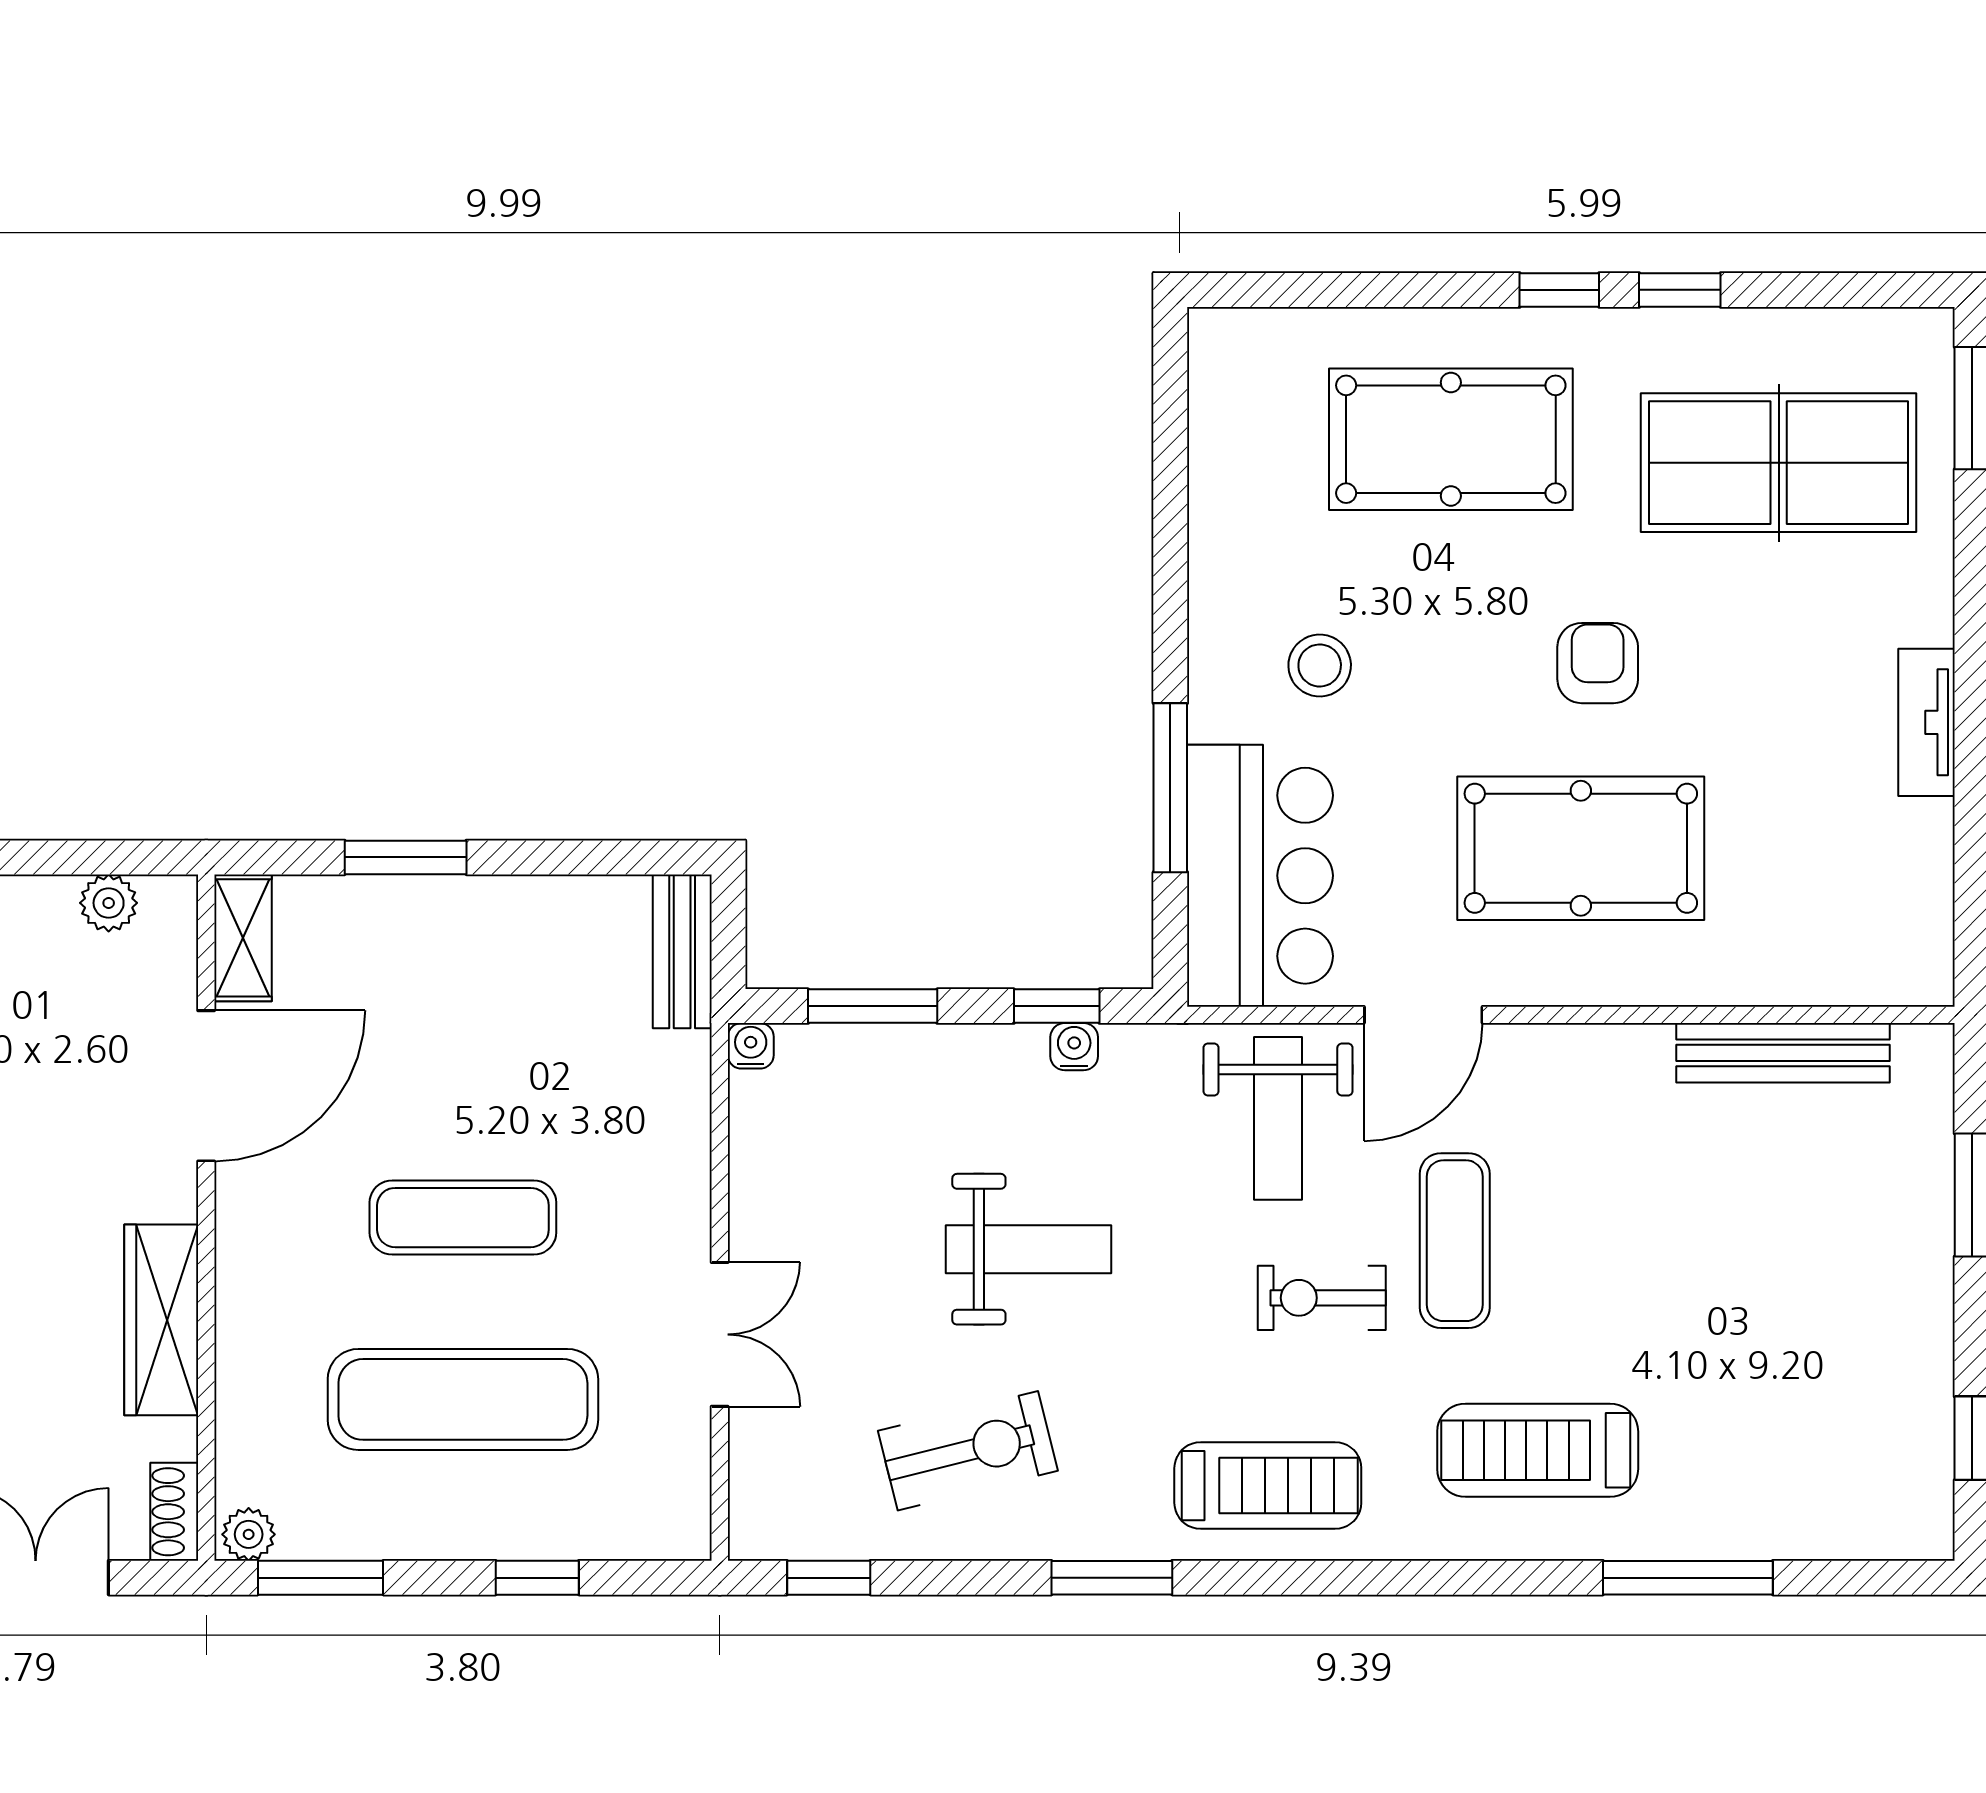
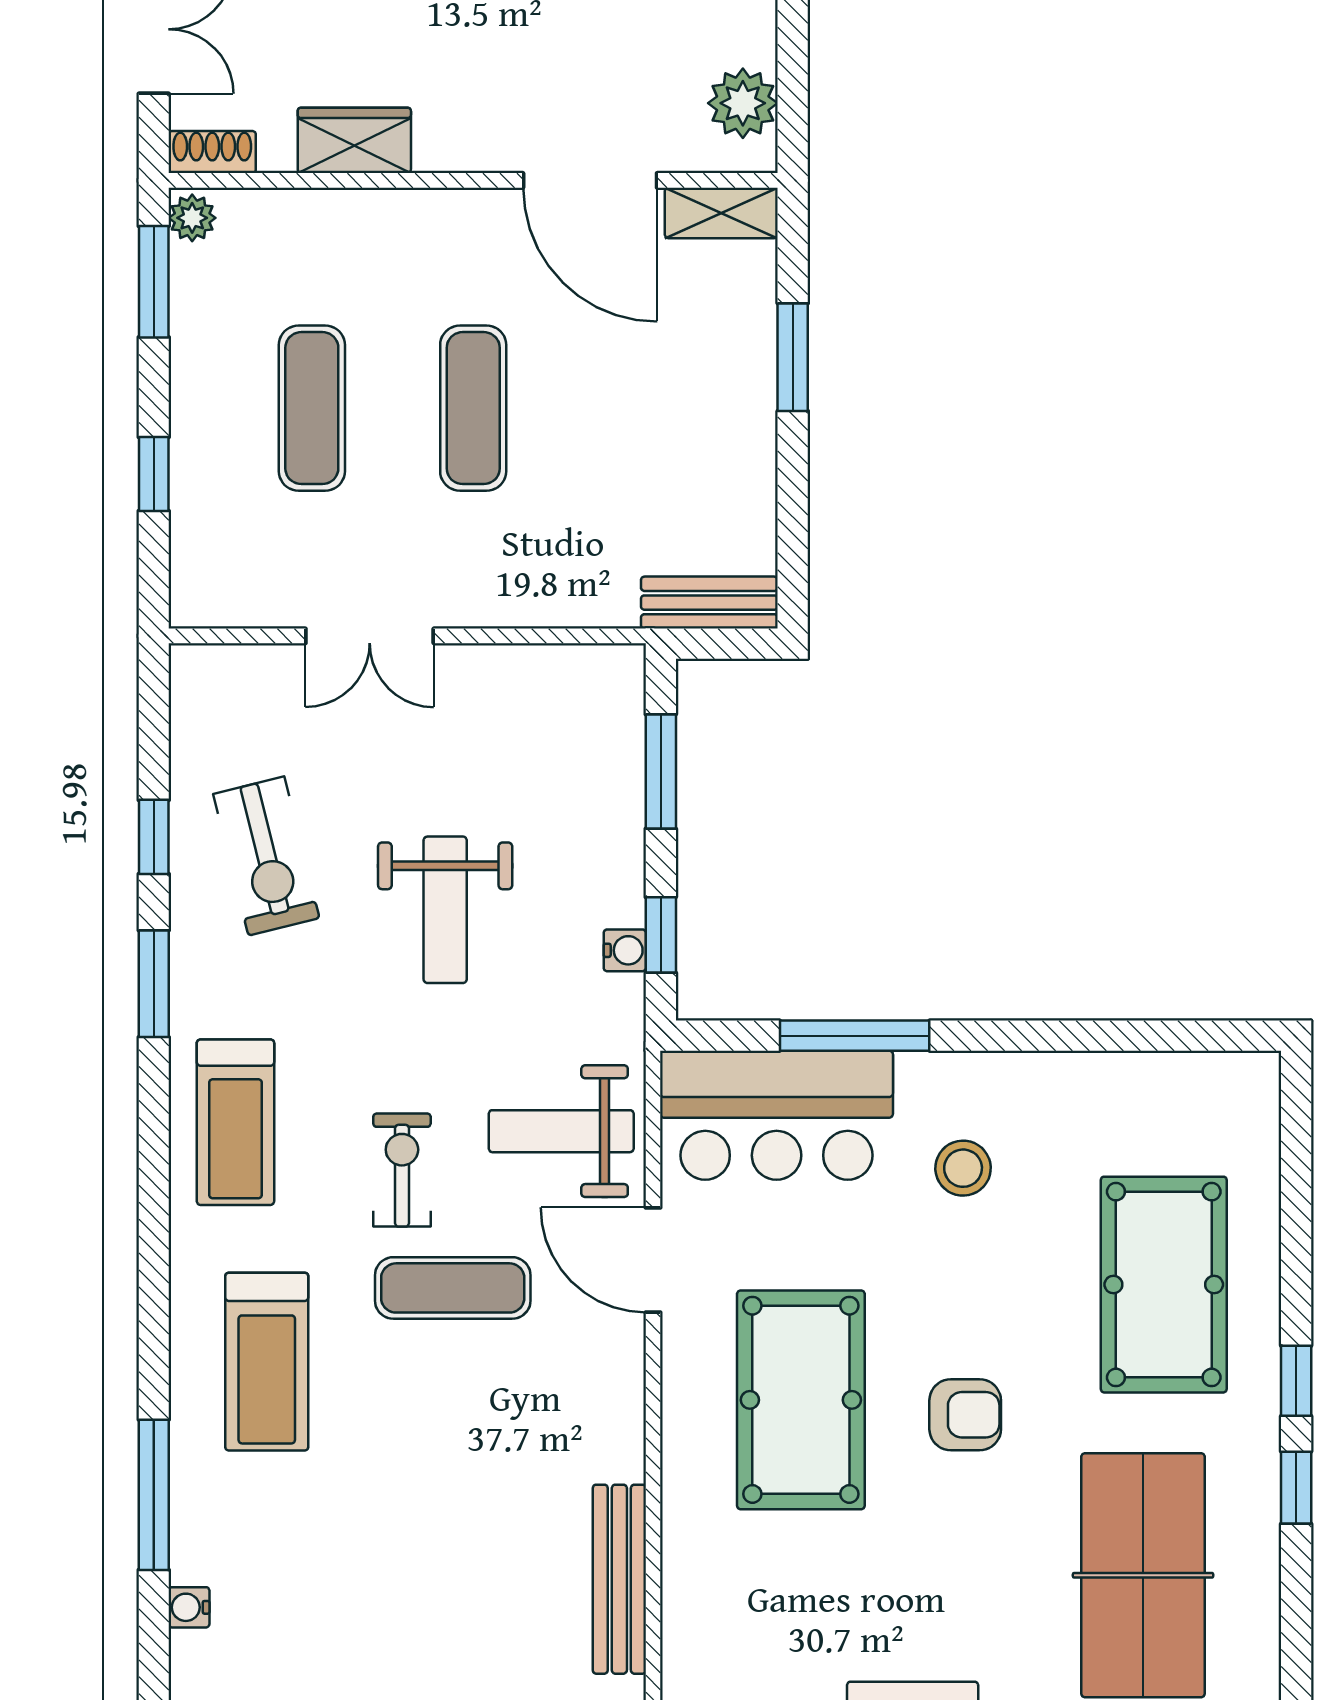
plant: (109, 903) -> (743, 103), width x1.38, depth x1.38
water cooler: (751, 1046) -> (189, 1607), moved, turned 180
wardrobe: (161, 1320) -> (354, 140), width x0.67
exercise mat: (463, 1399) -> (312, 408), width x0.73, depth x0.69
treadmill: (1538, 1450) -> (267, 1362), turned 180
window: (829, 1578) -> (154, 837), moved

